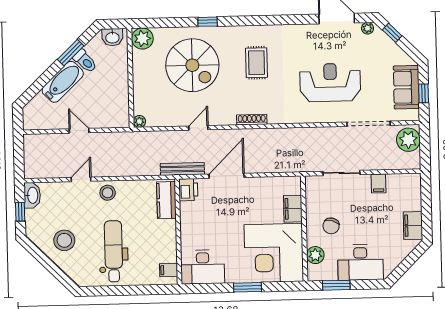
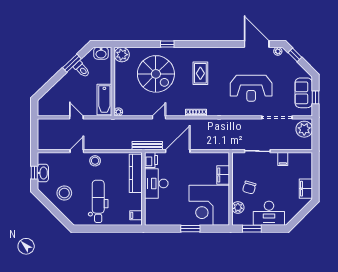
bathtub: (63, 82) -> (104, 99), moved, turned 134
reception desk: (330, 83) -> (251, 88), turned 180
washbasin: (32, 195) -> (43, 173), moved
kitchen counter: (166, 200) -> (136, 173), width x1.50
desk: (203, 267) -> (156, 183), moved, turned 90

